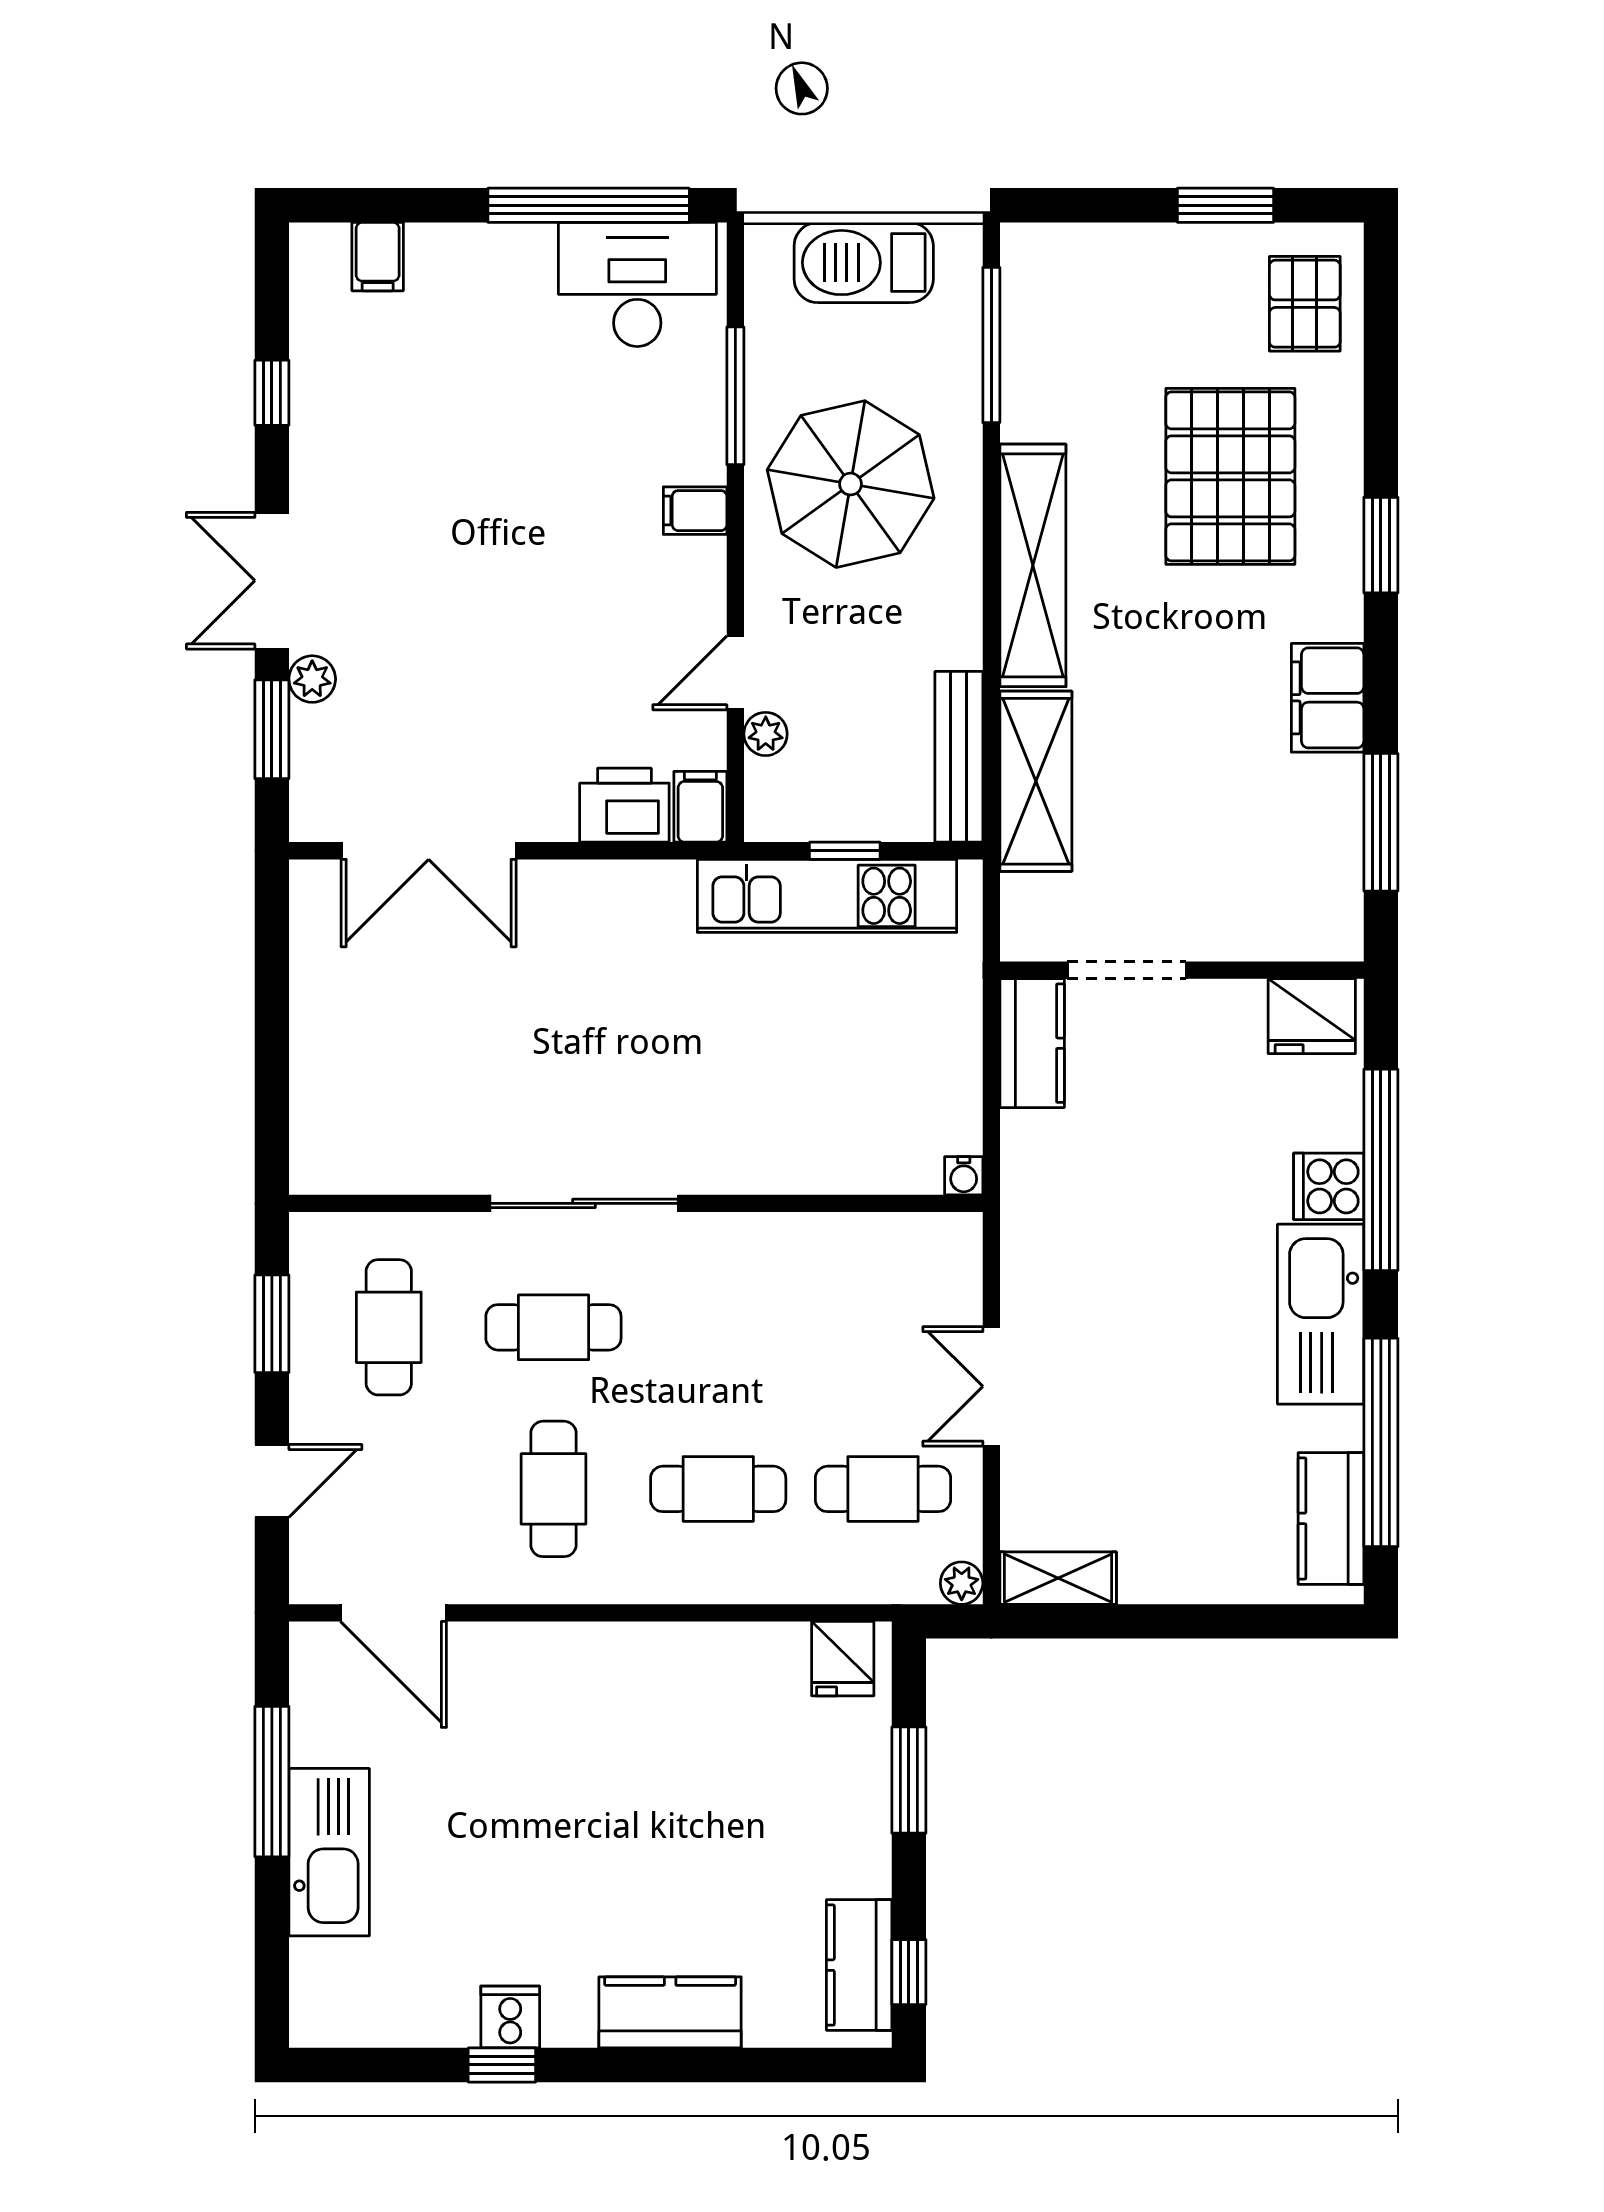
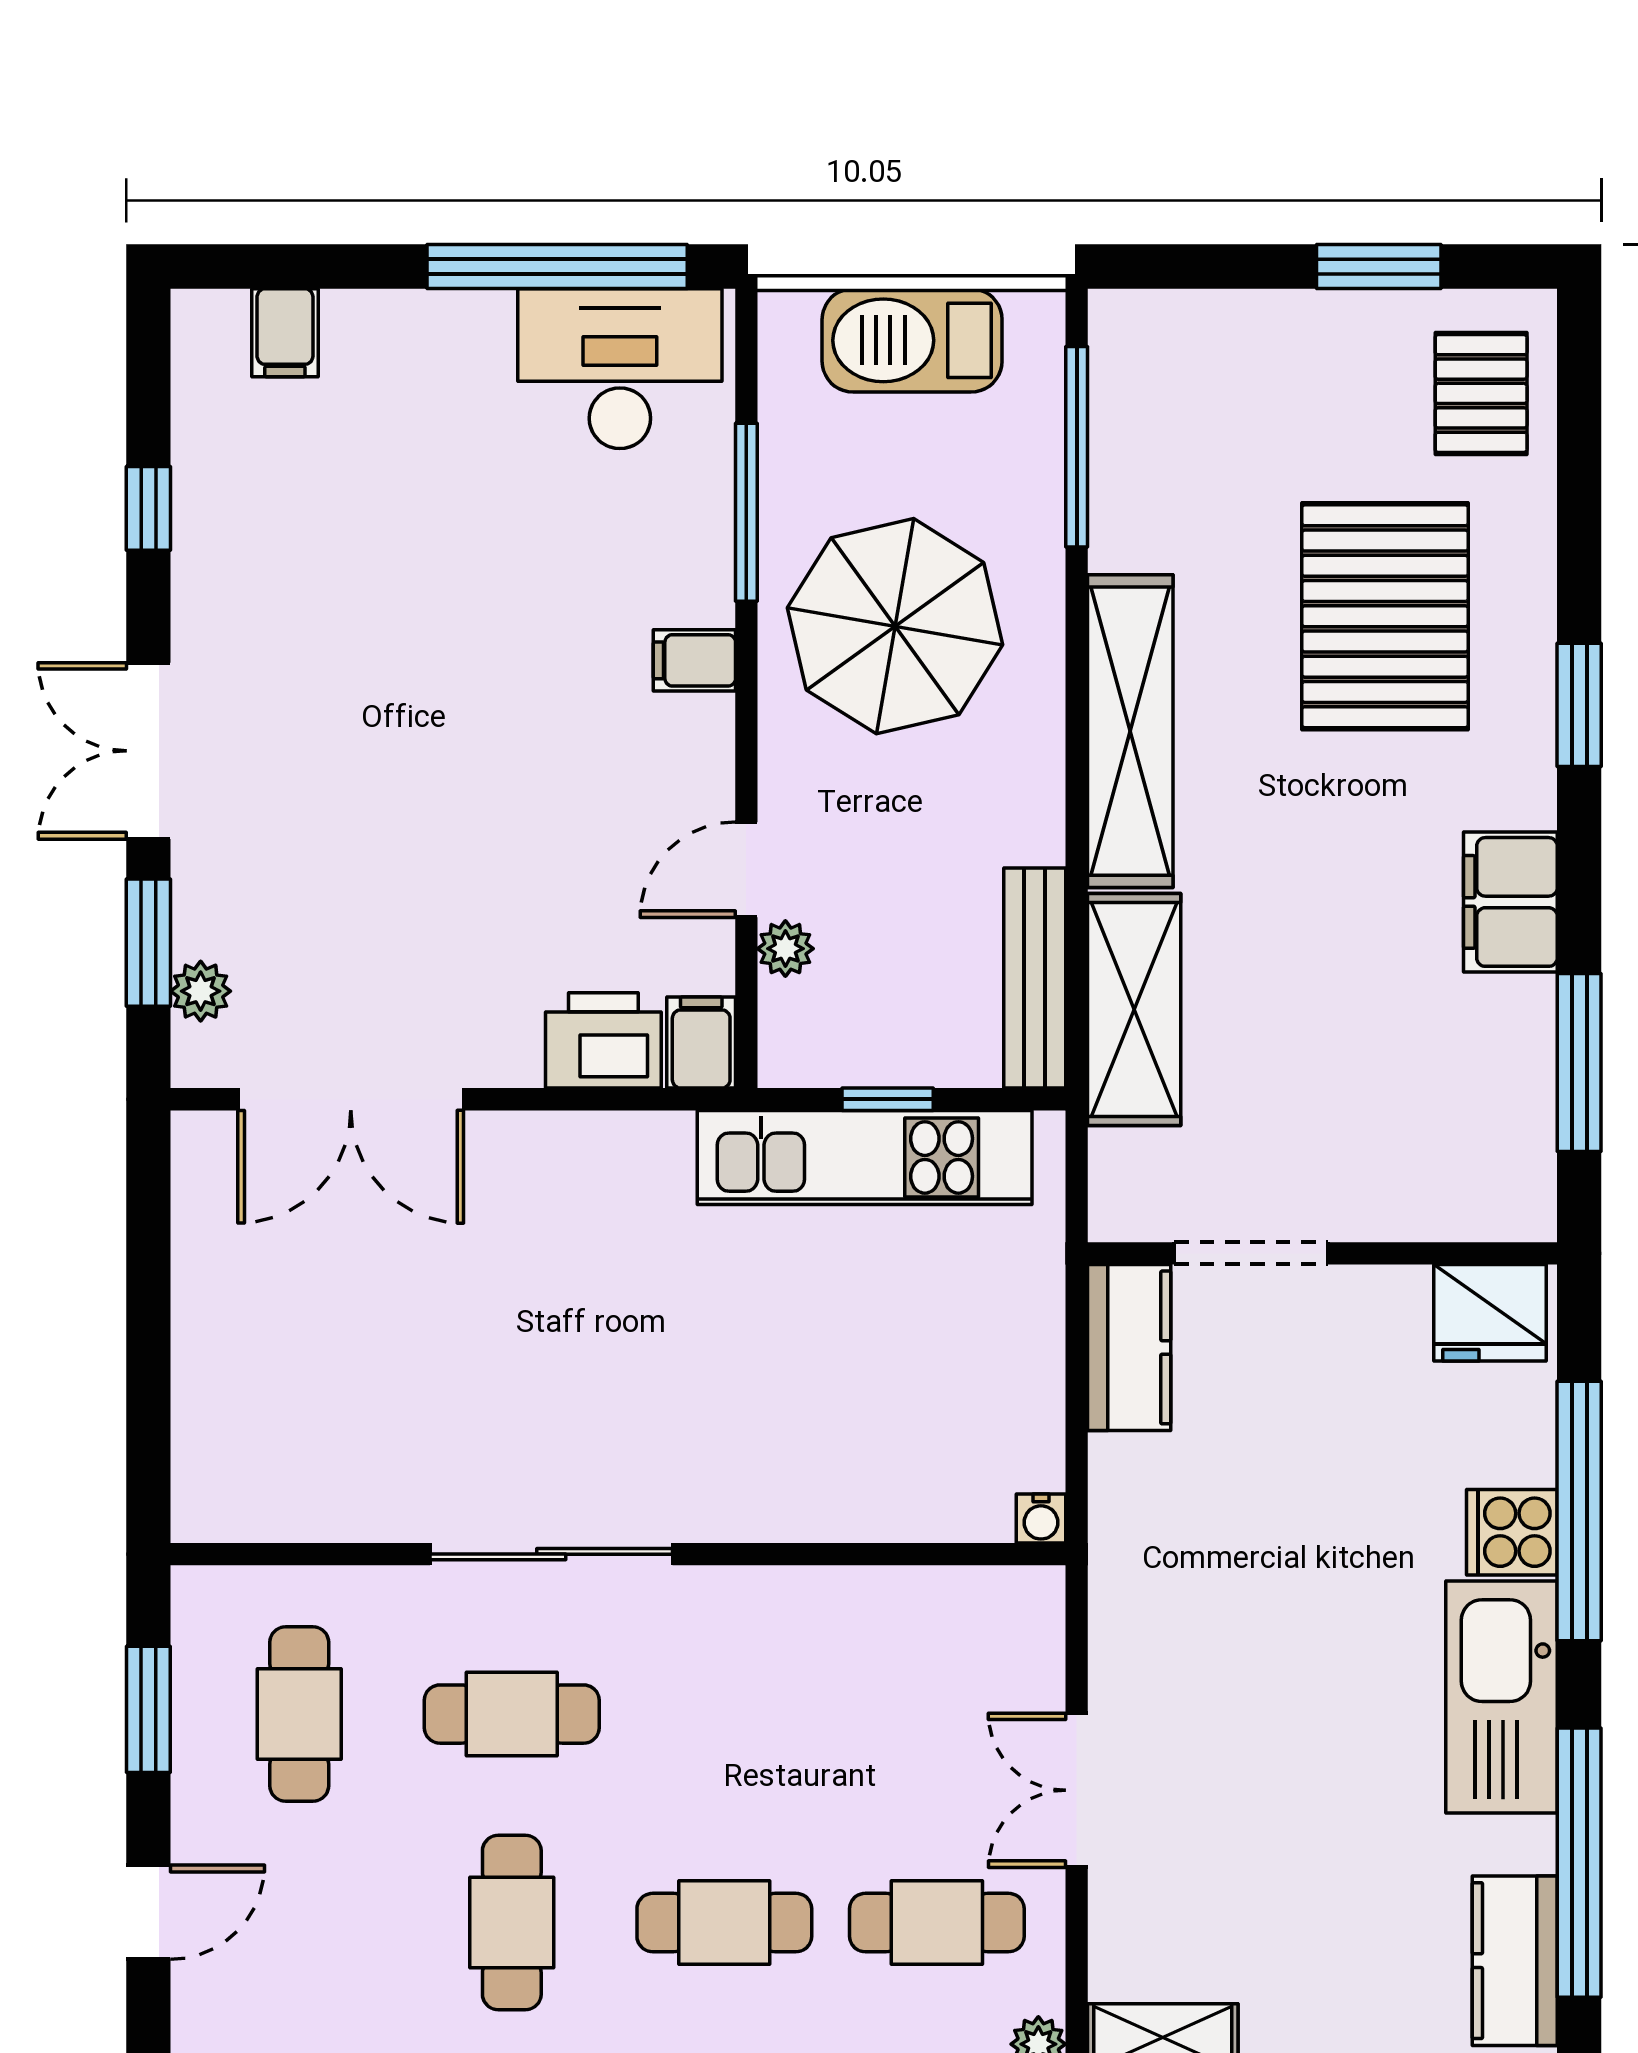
plant: (312, 679) -> (201, 991), moved

